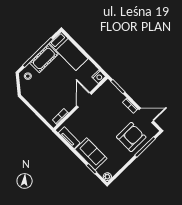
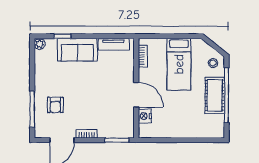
bed: (69, 51) -> (179, 64), moved, turned -90
nightstand: (99, 77) -> (145, 116), moved
armchair: (131, 137) -> (55, 105), width x0.53, depth x0.53

